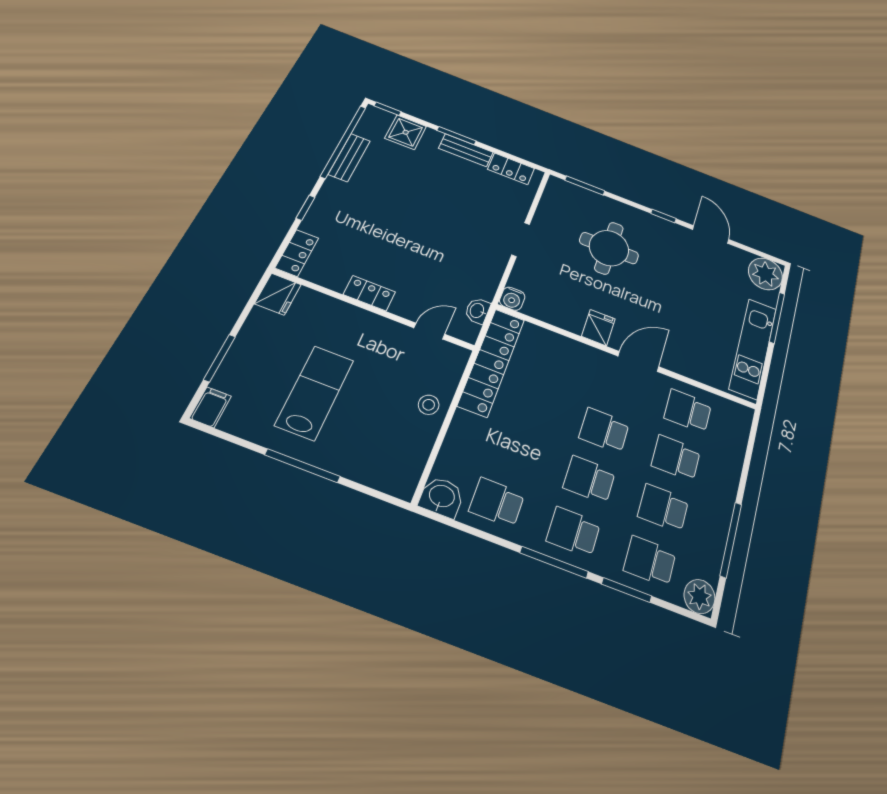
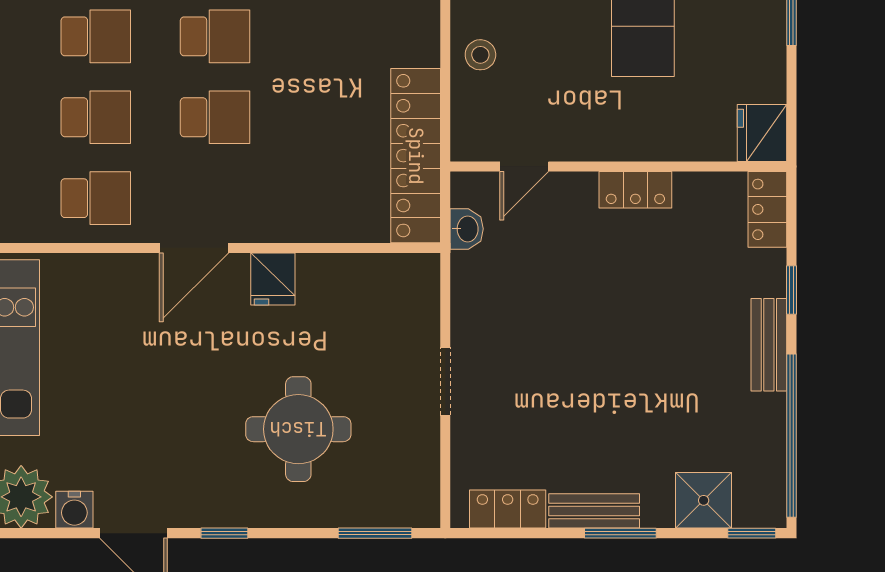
bench: (349, 158) -> (769, 345), moved
water cooler: (512, 299) -> (74, 510), moved, turned 180

